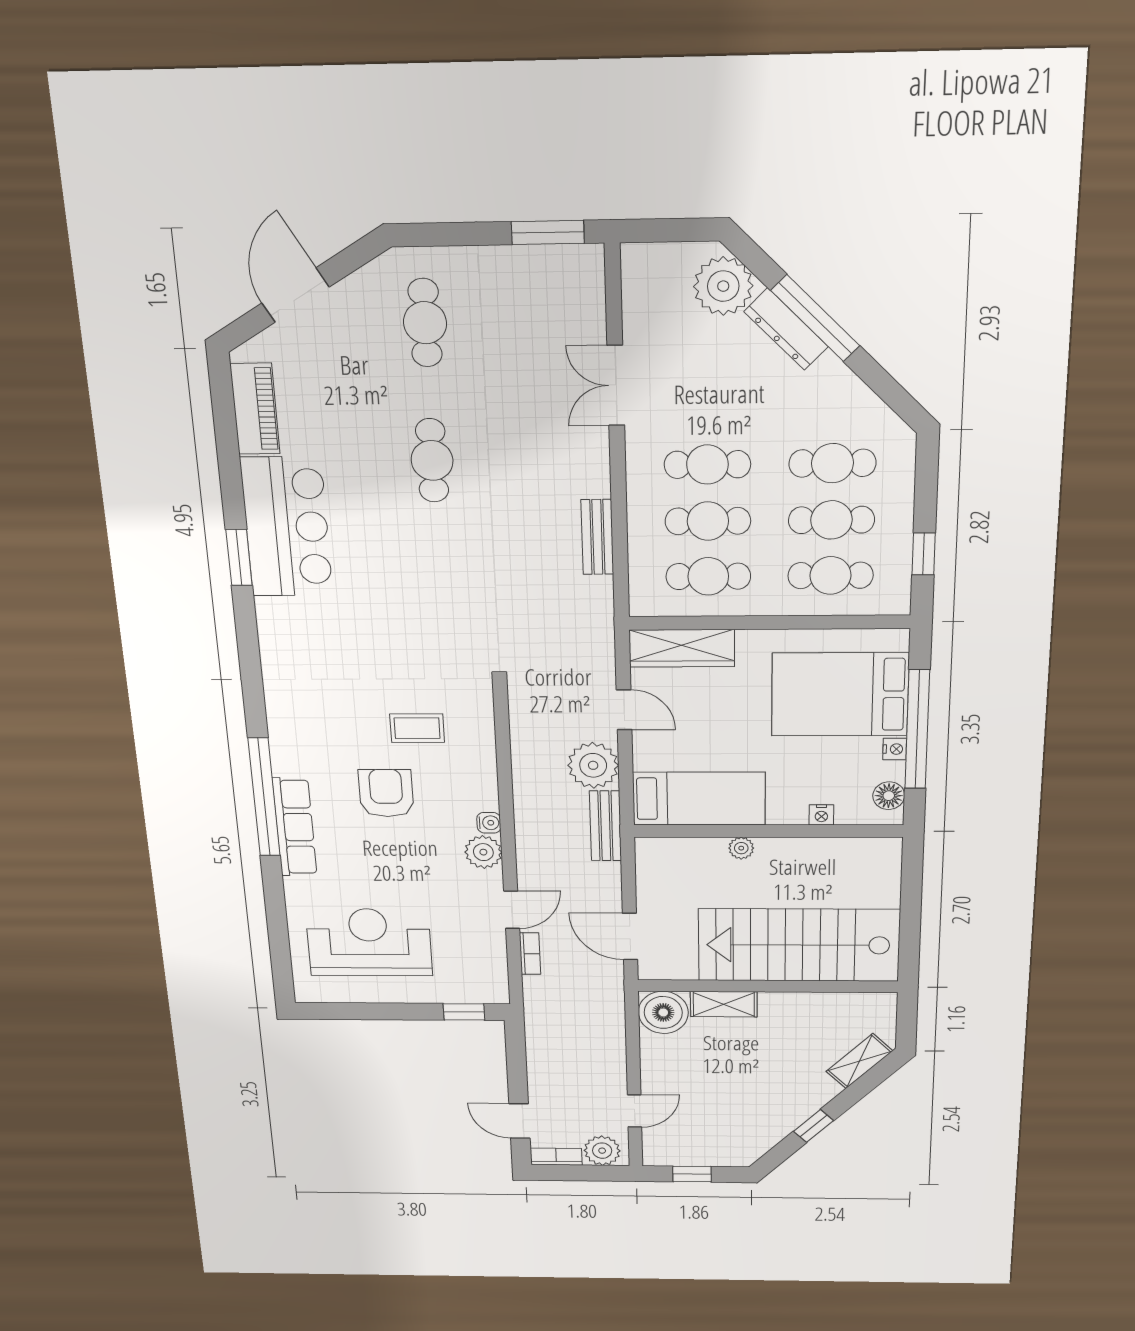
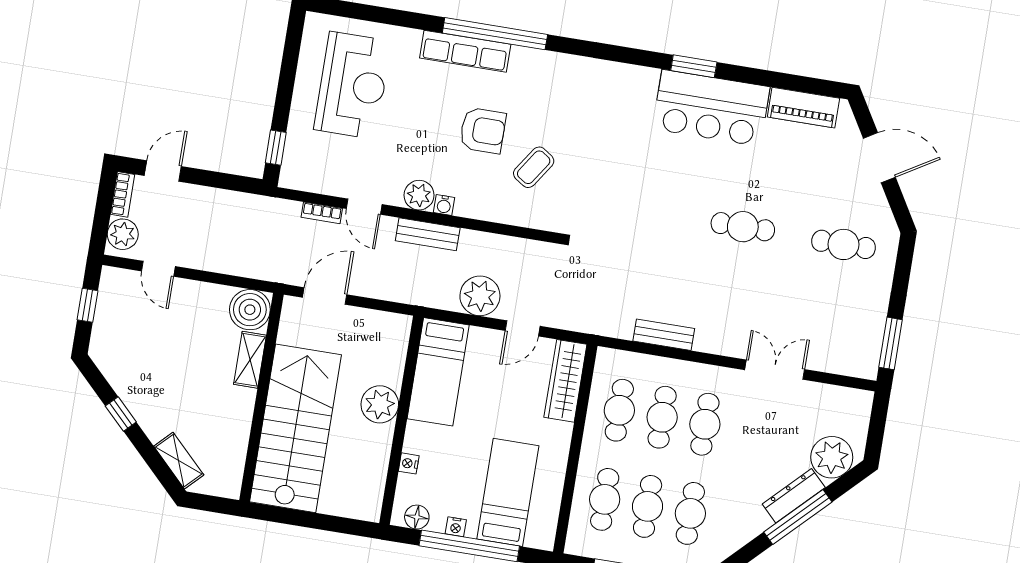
bed: (840, 695) -> (508, 492), width x0.67
coffee table: (417, 728) -> (534, 167), turned 34
bench: (605, 826) -> (428, 234), moved
plant: (741, 848) -> (380, 404), width x1.87, depth x1.87

